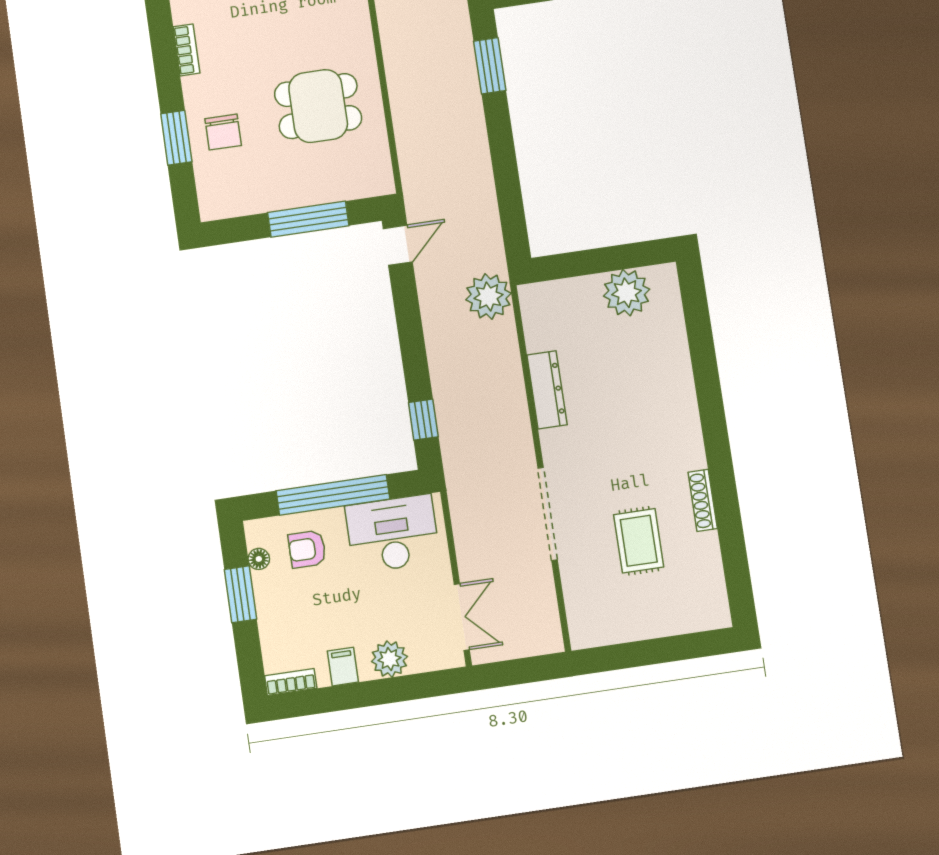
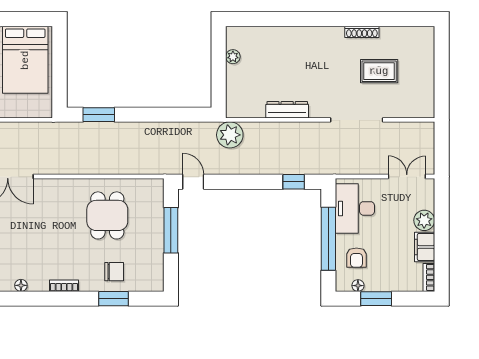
plant: (627, 293) -> (233, 57), width x0.53, depth x0.53
filing cabinet: (343, 667) -> (425, 247), width x2.00

